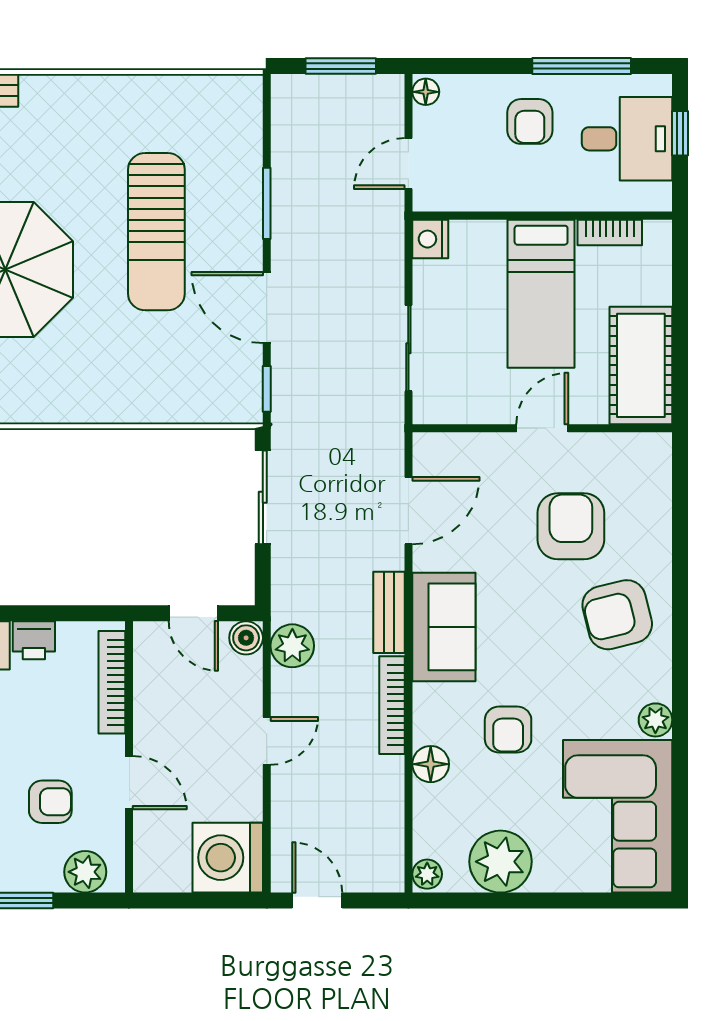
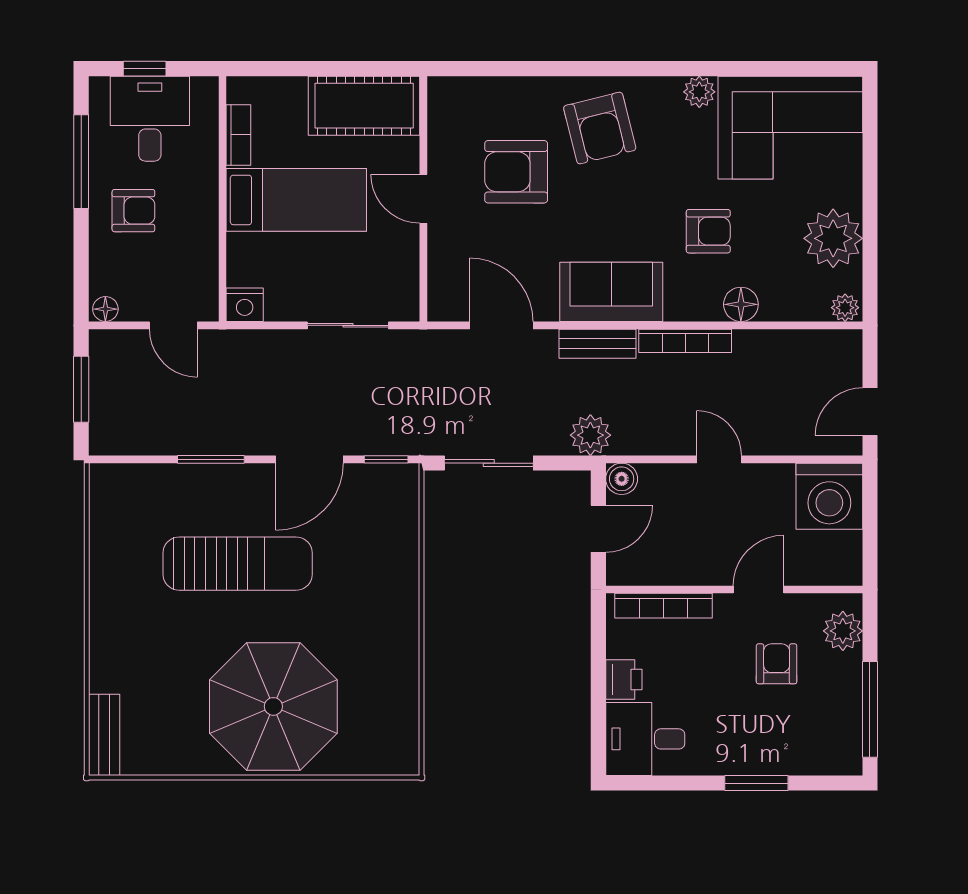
plant: (292, 646) -> (590, 435), moved

